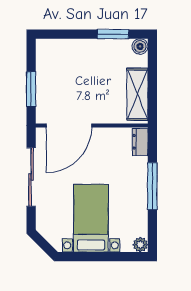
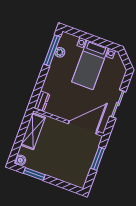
sliding door: (31, 177) -> (118, 104), width x0.73
window: (152, 186) -> (52, 50), moved
plant: (140, 245) -> (60, 52), moved

